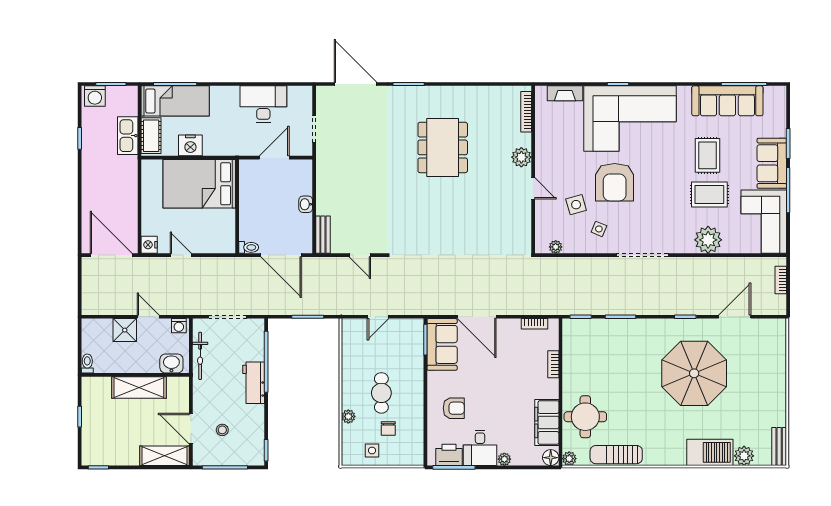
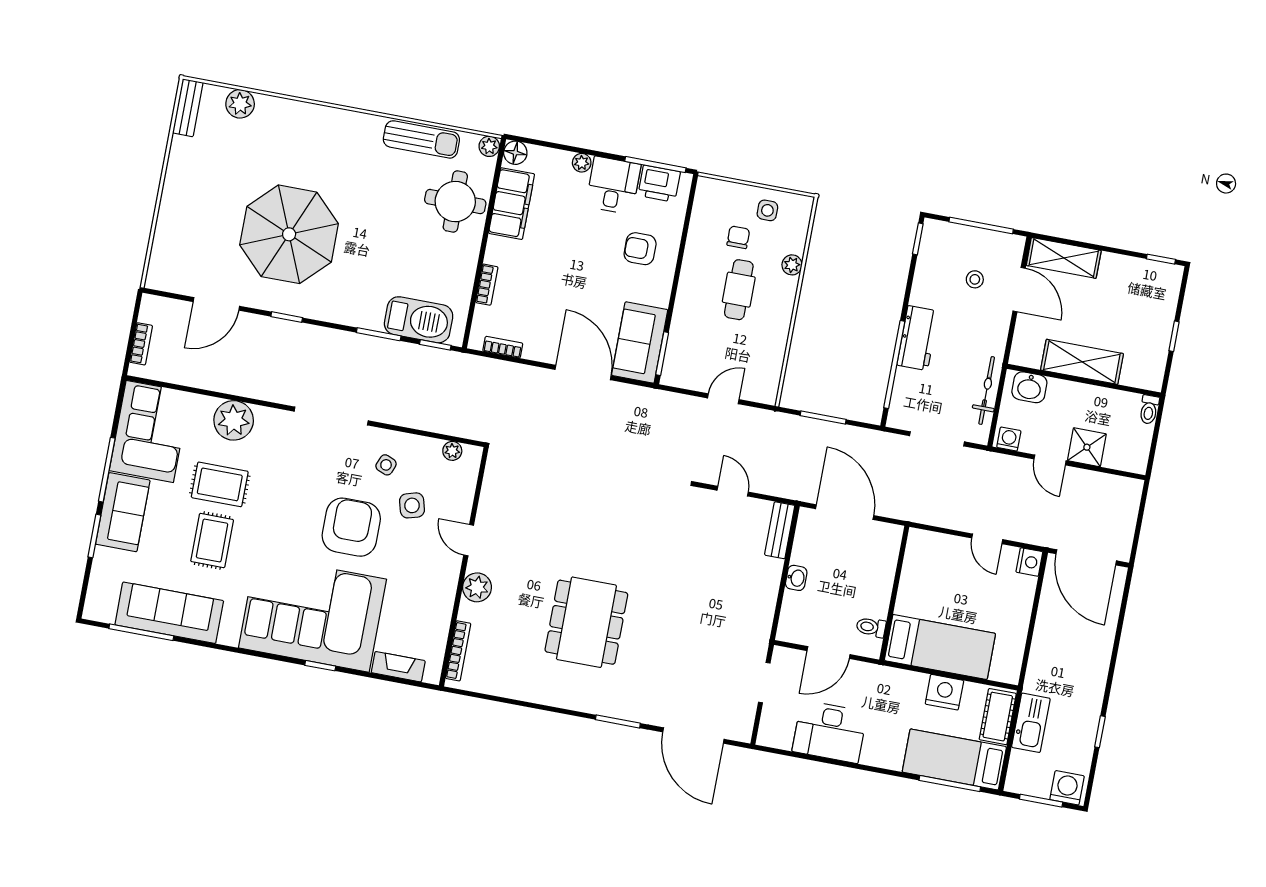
bed: (199, 184) -> (940, 647), width x0.67
toilet: (249, 247) -> (871, 627), moved
barbecue: (710, 452) -> (419, 320), moved, turned 180

